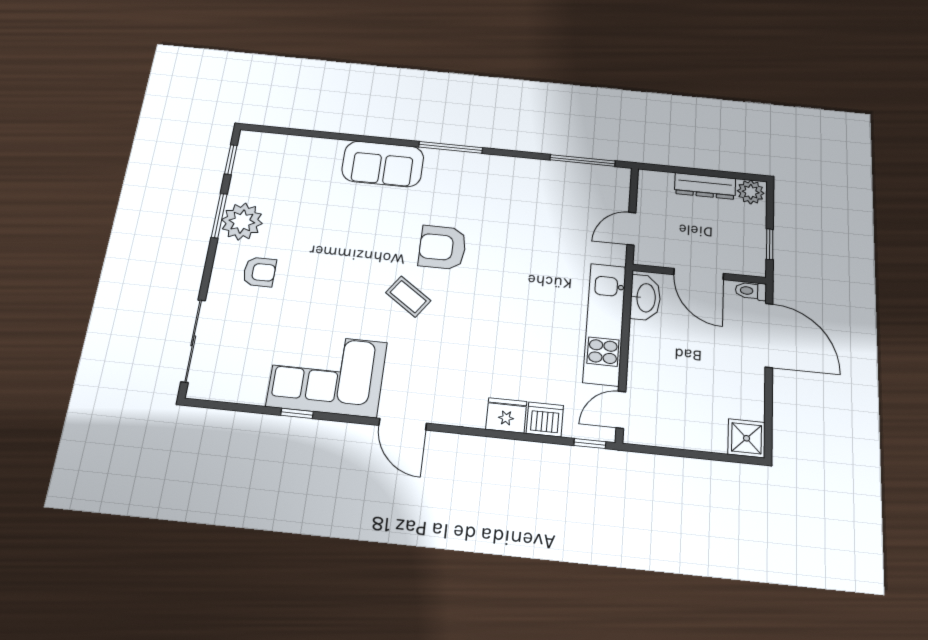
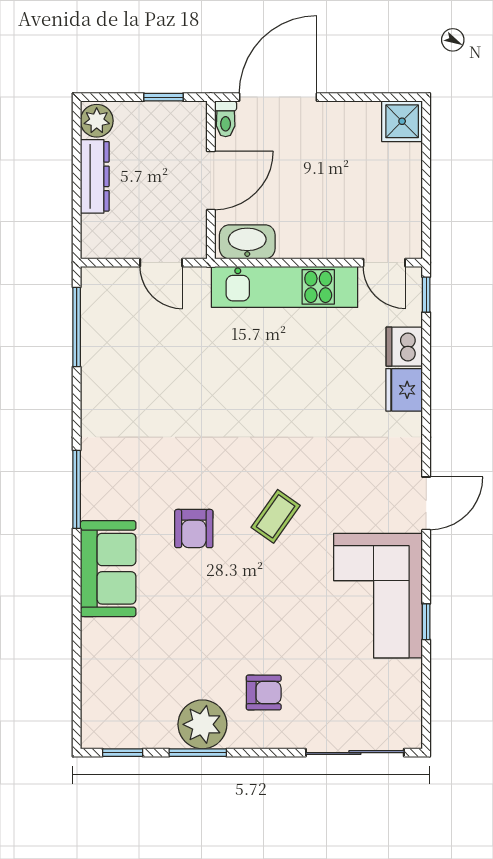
armchair: (442, 247) -> (194, 529), moved, width x0.72, depth x0.72
armchair: (259, 272) -> (264, 693), turned 90

